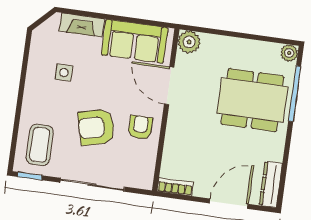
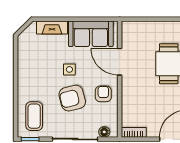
plant: (189, 42) -> (129, 29), removed
side table: (64, 73) -> (69, 69), moved
floor lamp: (134, 180) -> (104, 132), added

